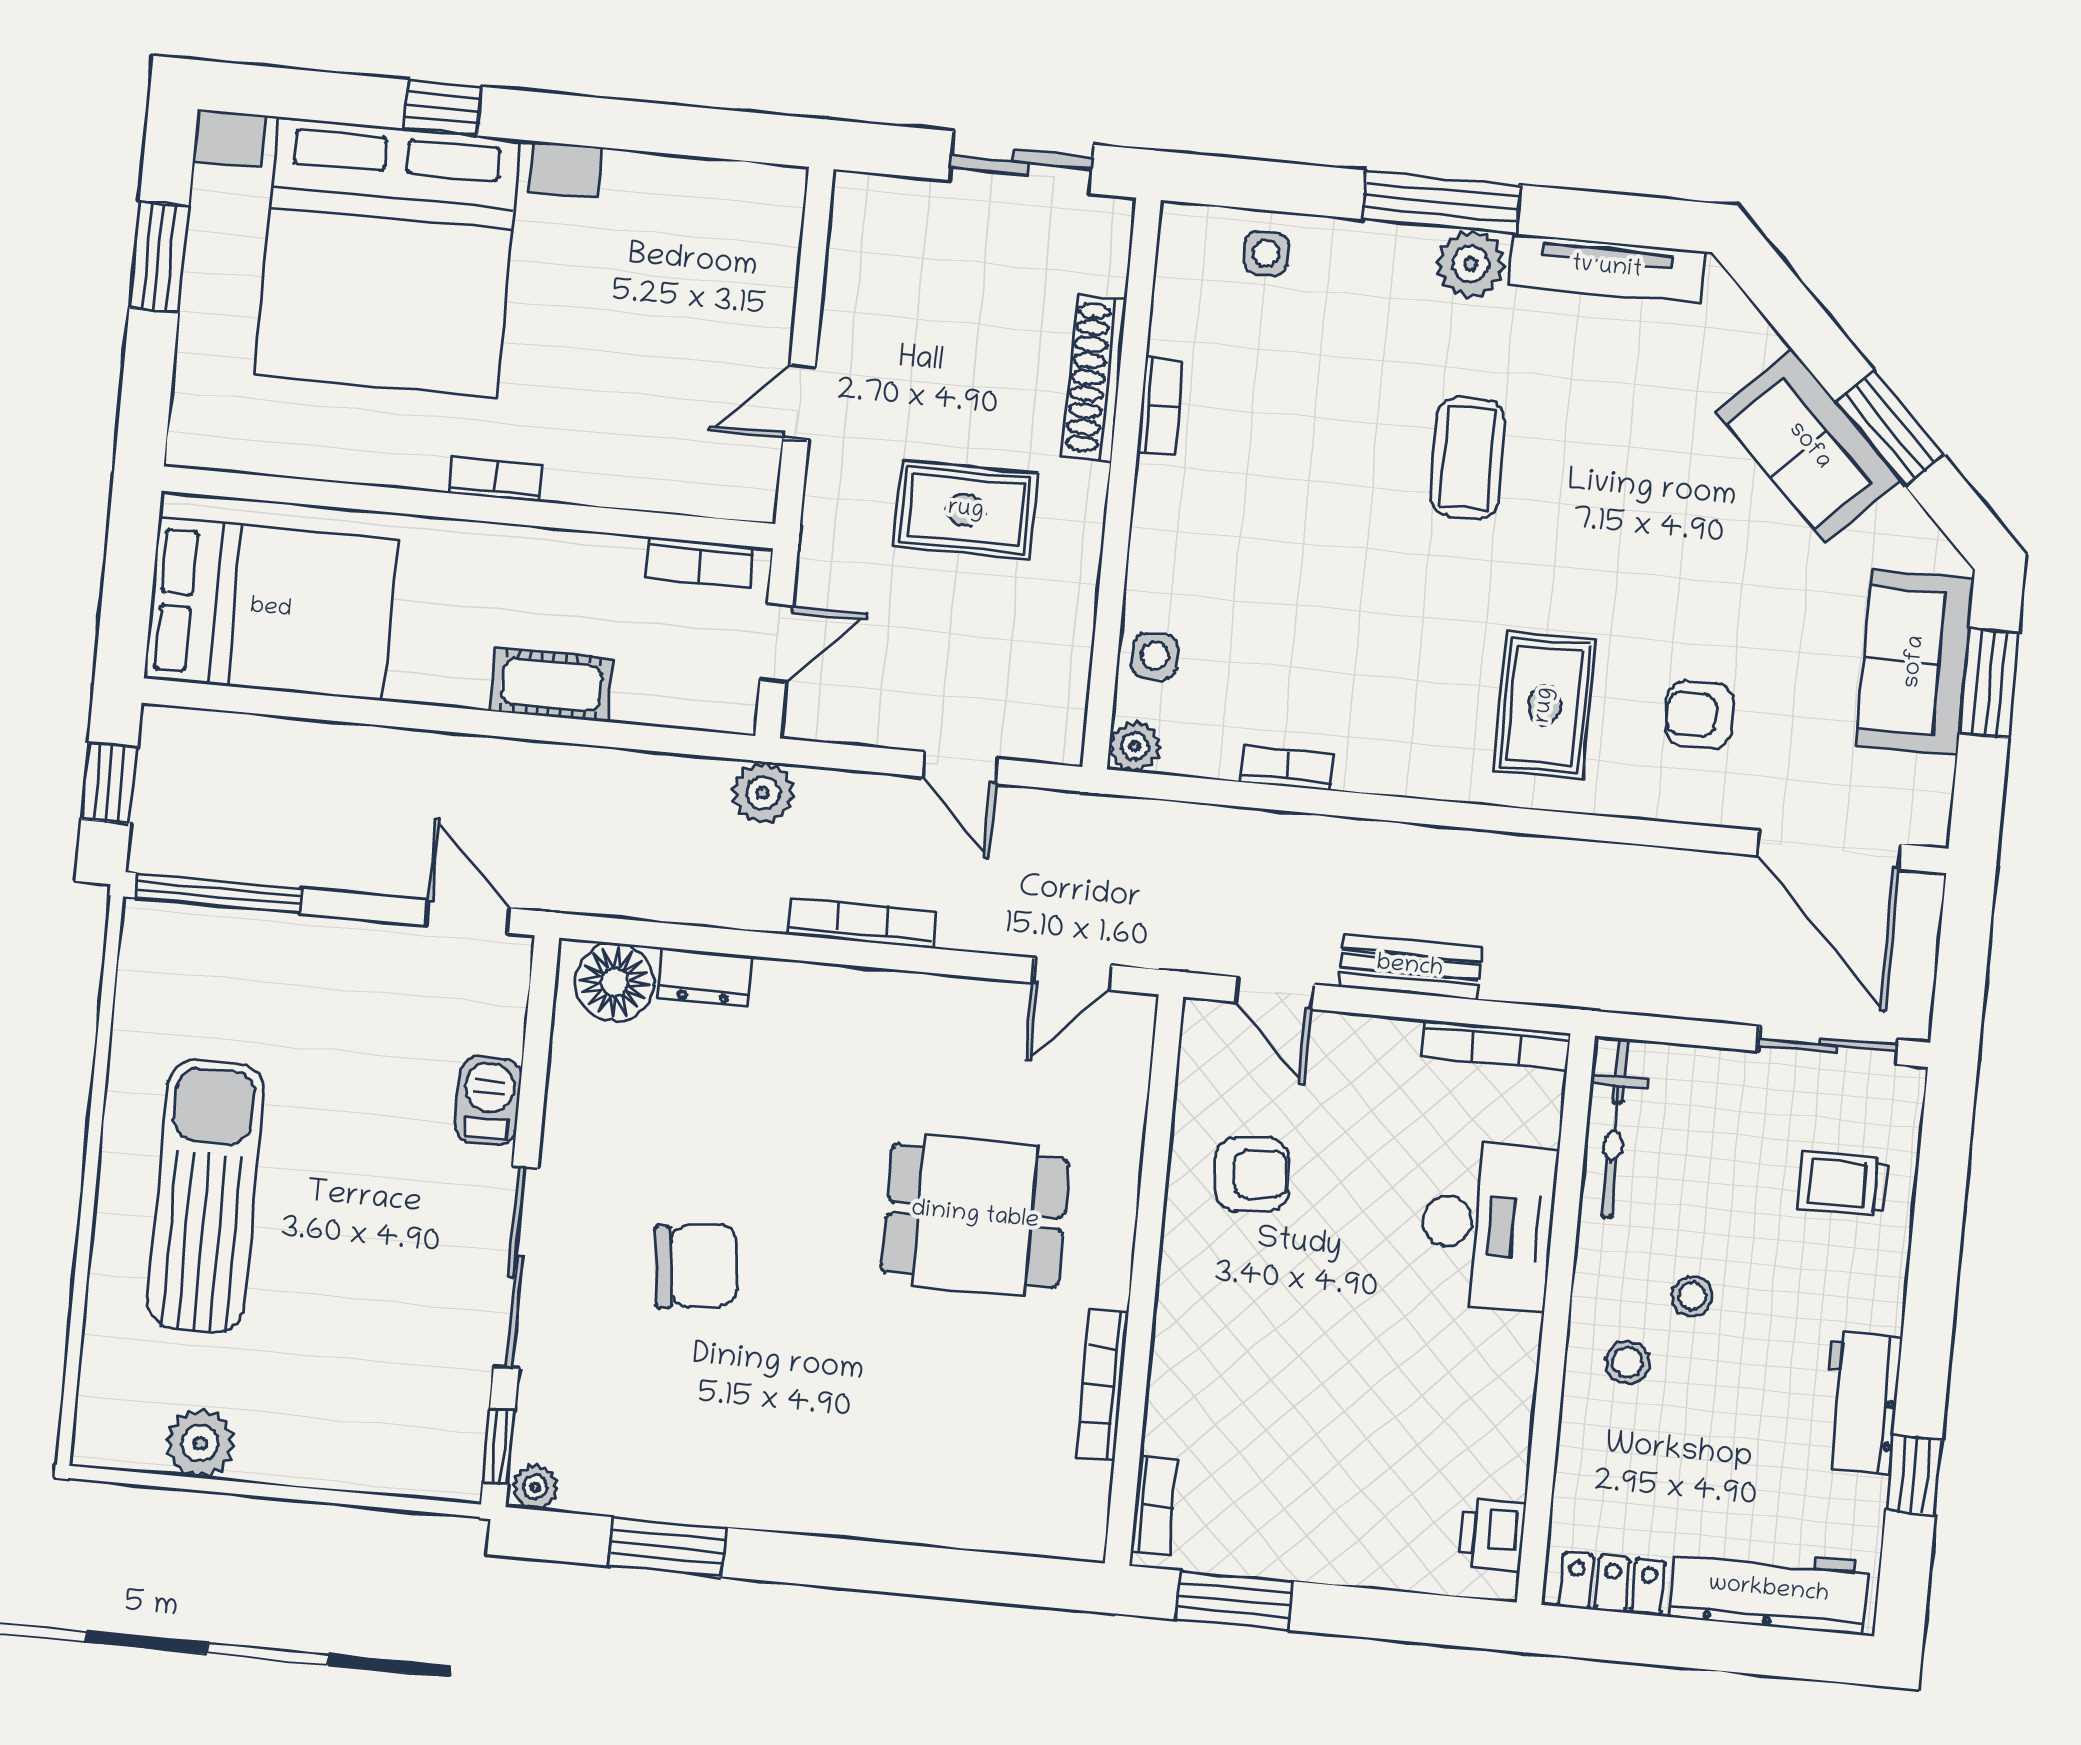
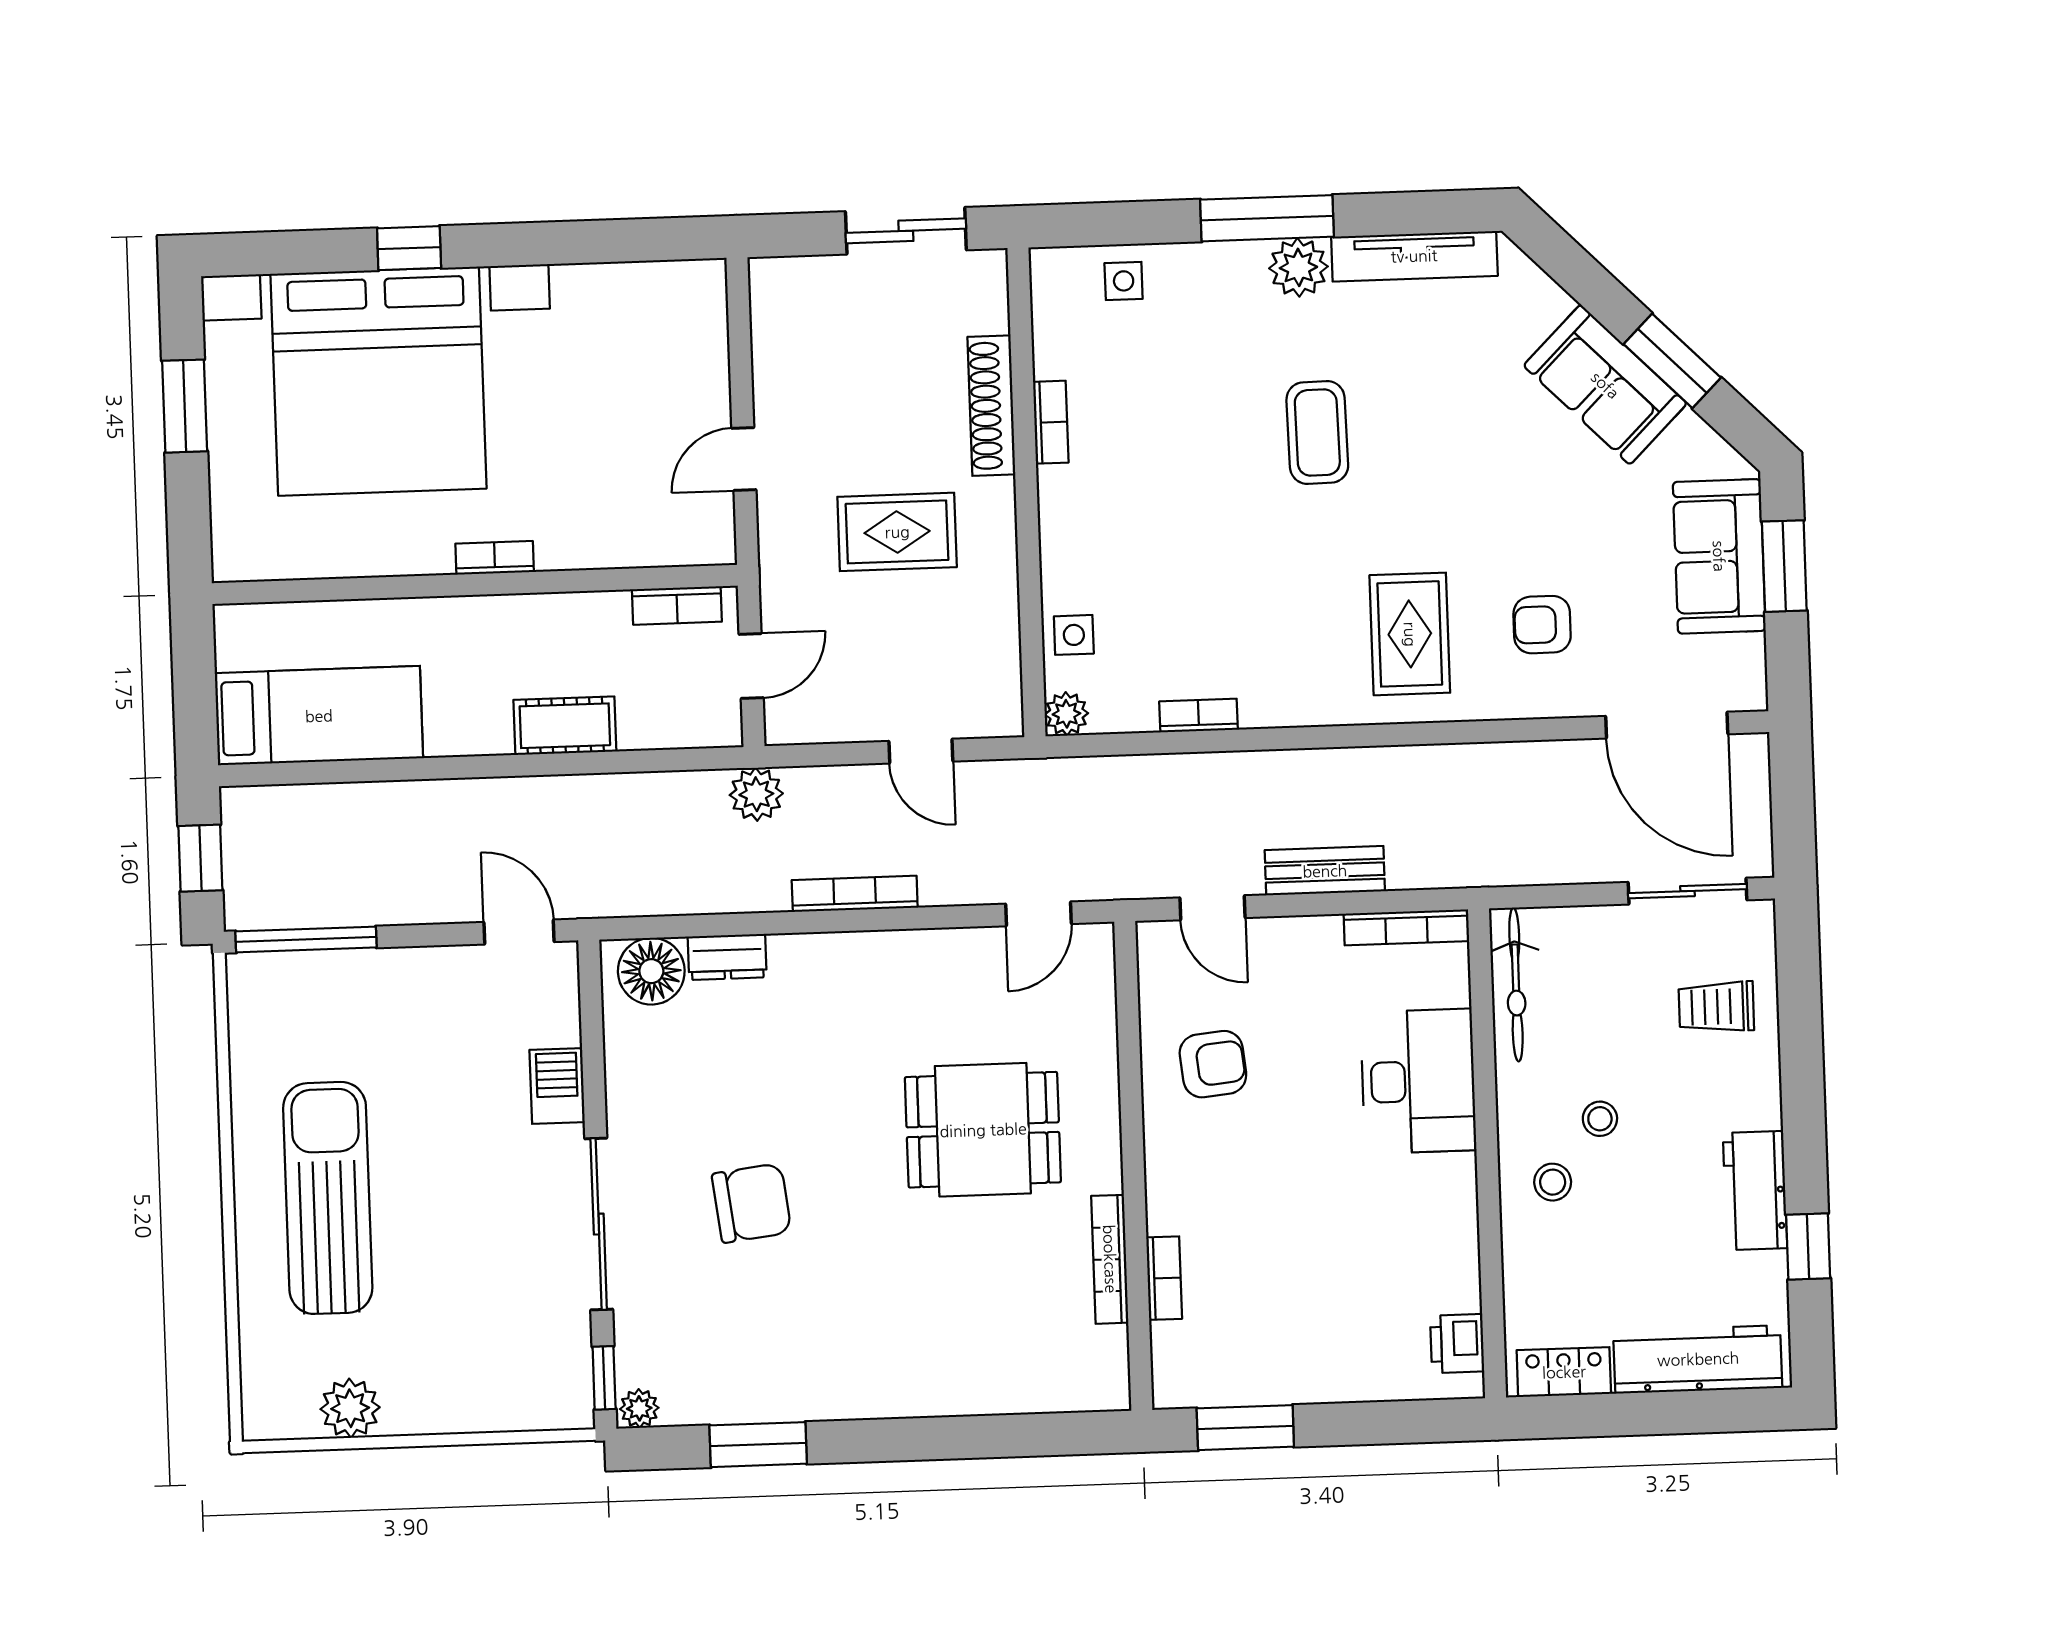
bed: (271, 609) -> (319, 716), width x0.67
bookcase: (1154, 1506) -> (1164, 1278), moved

